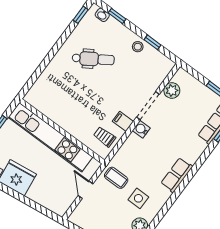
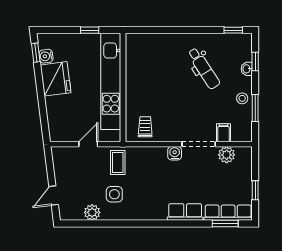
washbasin: (102, 15) -> (247, 69), moved
window: (153, 42) -> (255, 108), width x1.50
filing cabinet: (123, 121) -> (224, 133), moved
row of seats: (177, 175) -> (185, 212), moved

